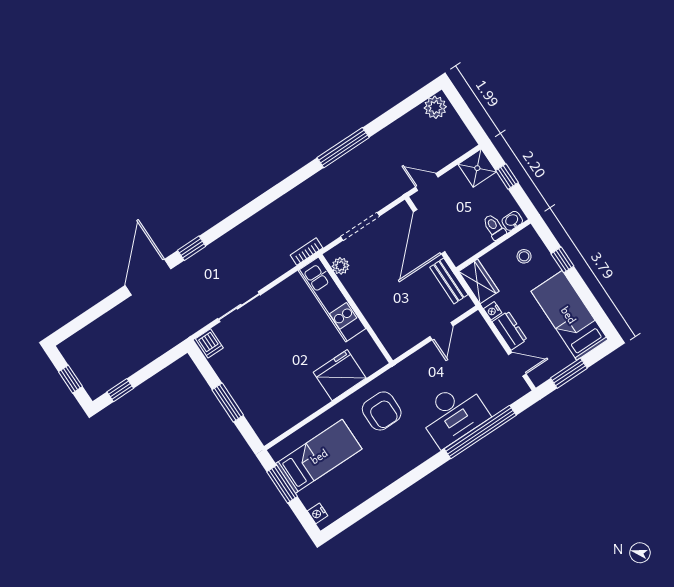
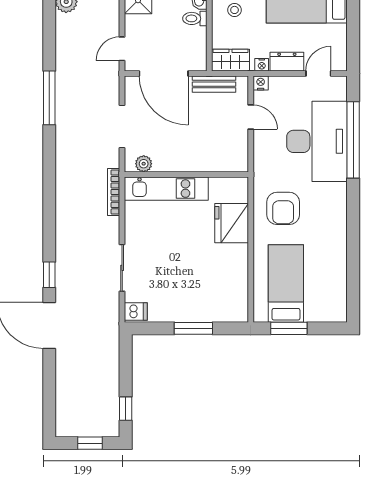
bookcase: (306, 251) -> (114, 192), width x1.56
window: (569, 373) -> (353, 37), removed
armchair: (382, 411) -> (283, 208), turned 90
desk: (453, 414) -> (317, 141), width x1.36, depth x1.30
nightstand: (318, 513) -> (261, 83), moved, turned 180

